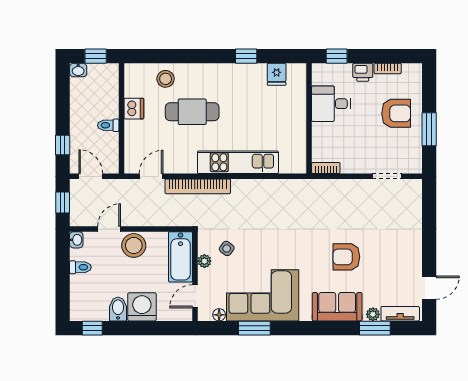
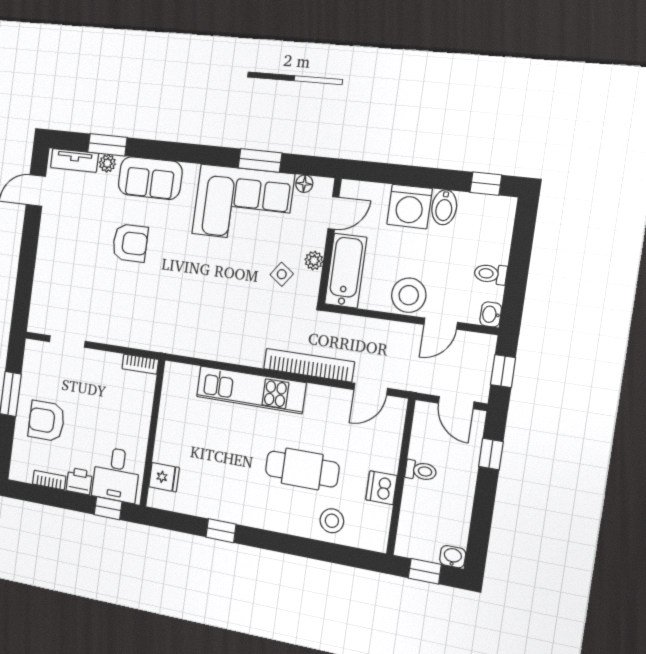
fridge: (277, 74) -> (164, 477), moved, turned 90
desk: (331, 104) -> (116, 475), moved, turned 90

